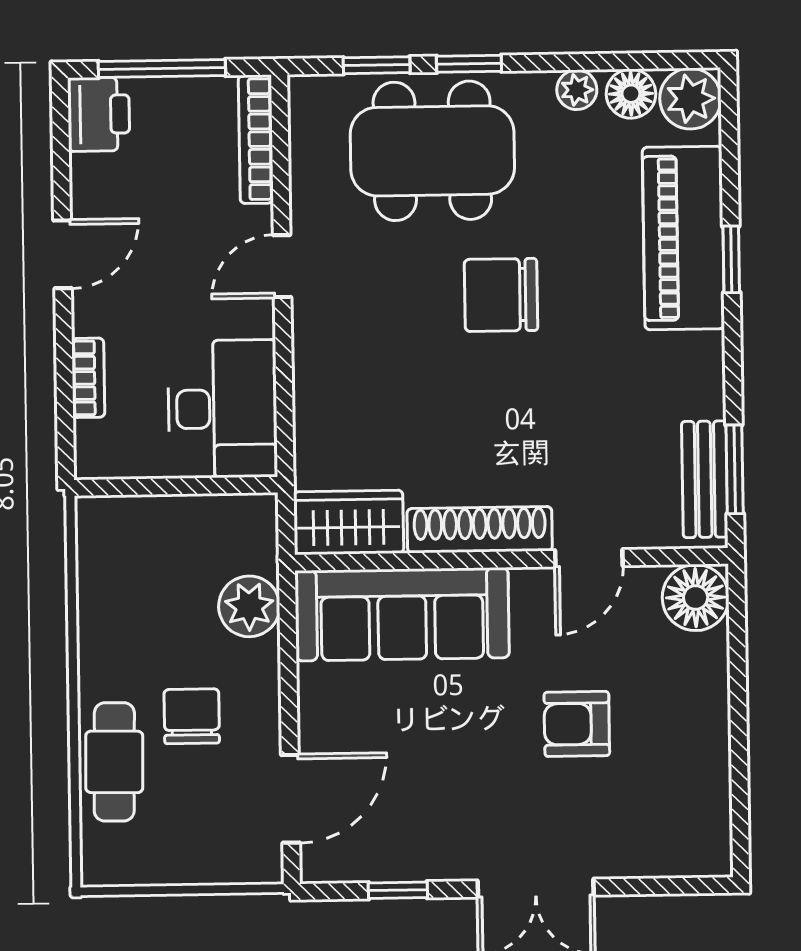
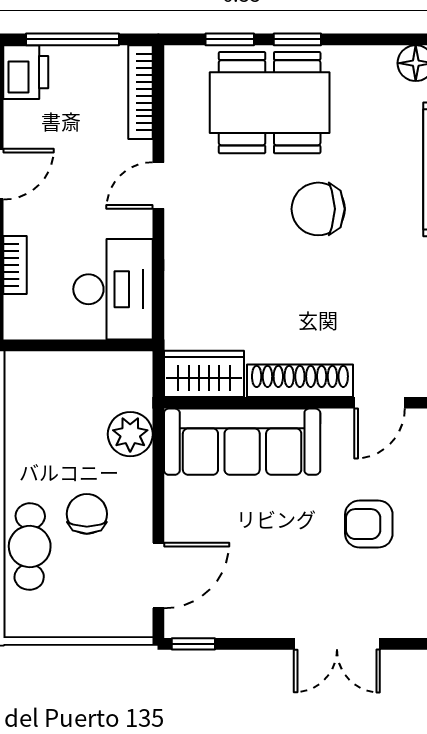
plant: (577, 90) -> (376, 60), removed
window: (398, 890) -> (193, 644), moved

